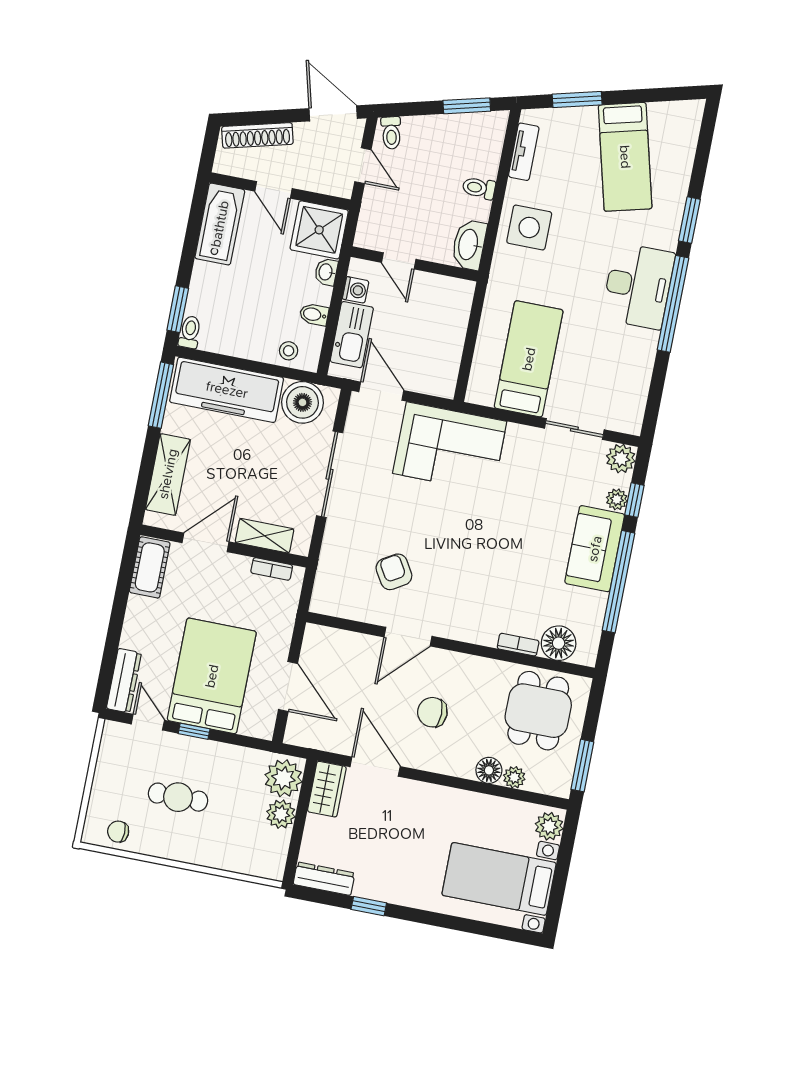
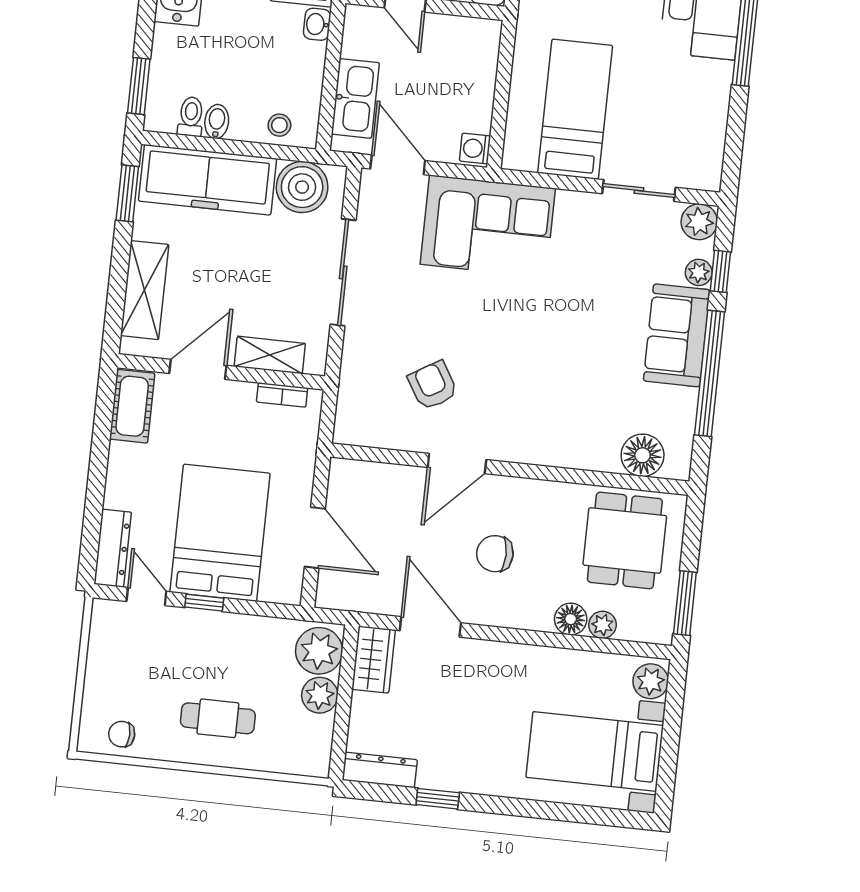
washing machine: (356, 290) -> (475, 148), moved, turned 180
bidet: (314, 315) -> (217, 122), moved, turned 90
toilet: (190, 332) -> (191, 117), moved
window: (161, 395) -> (127, 193), width x0.69
bookcase: (518, 645) -> (593, 461), removed
cafe table: (178, 797) -> (218, 718), moved

